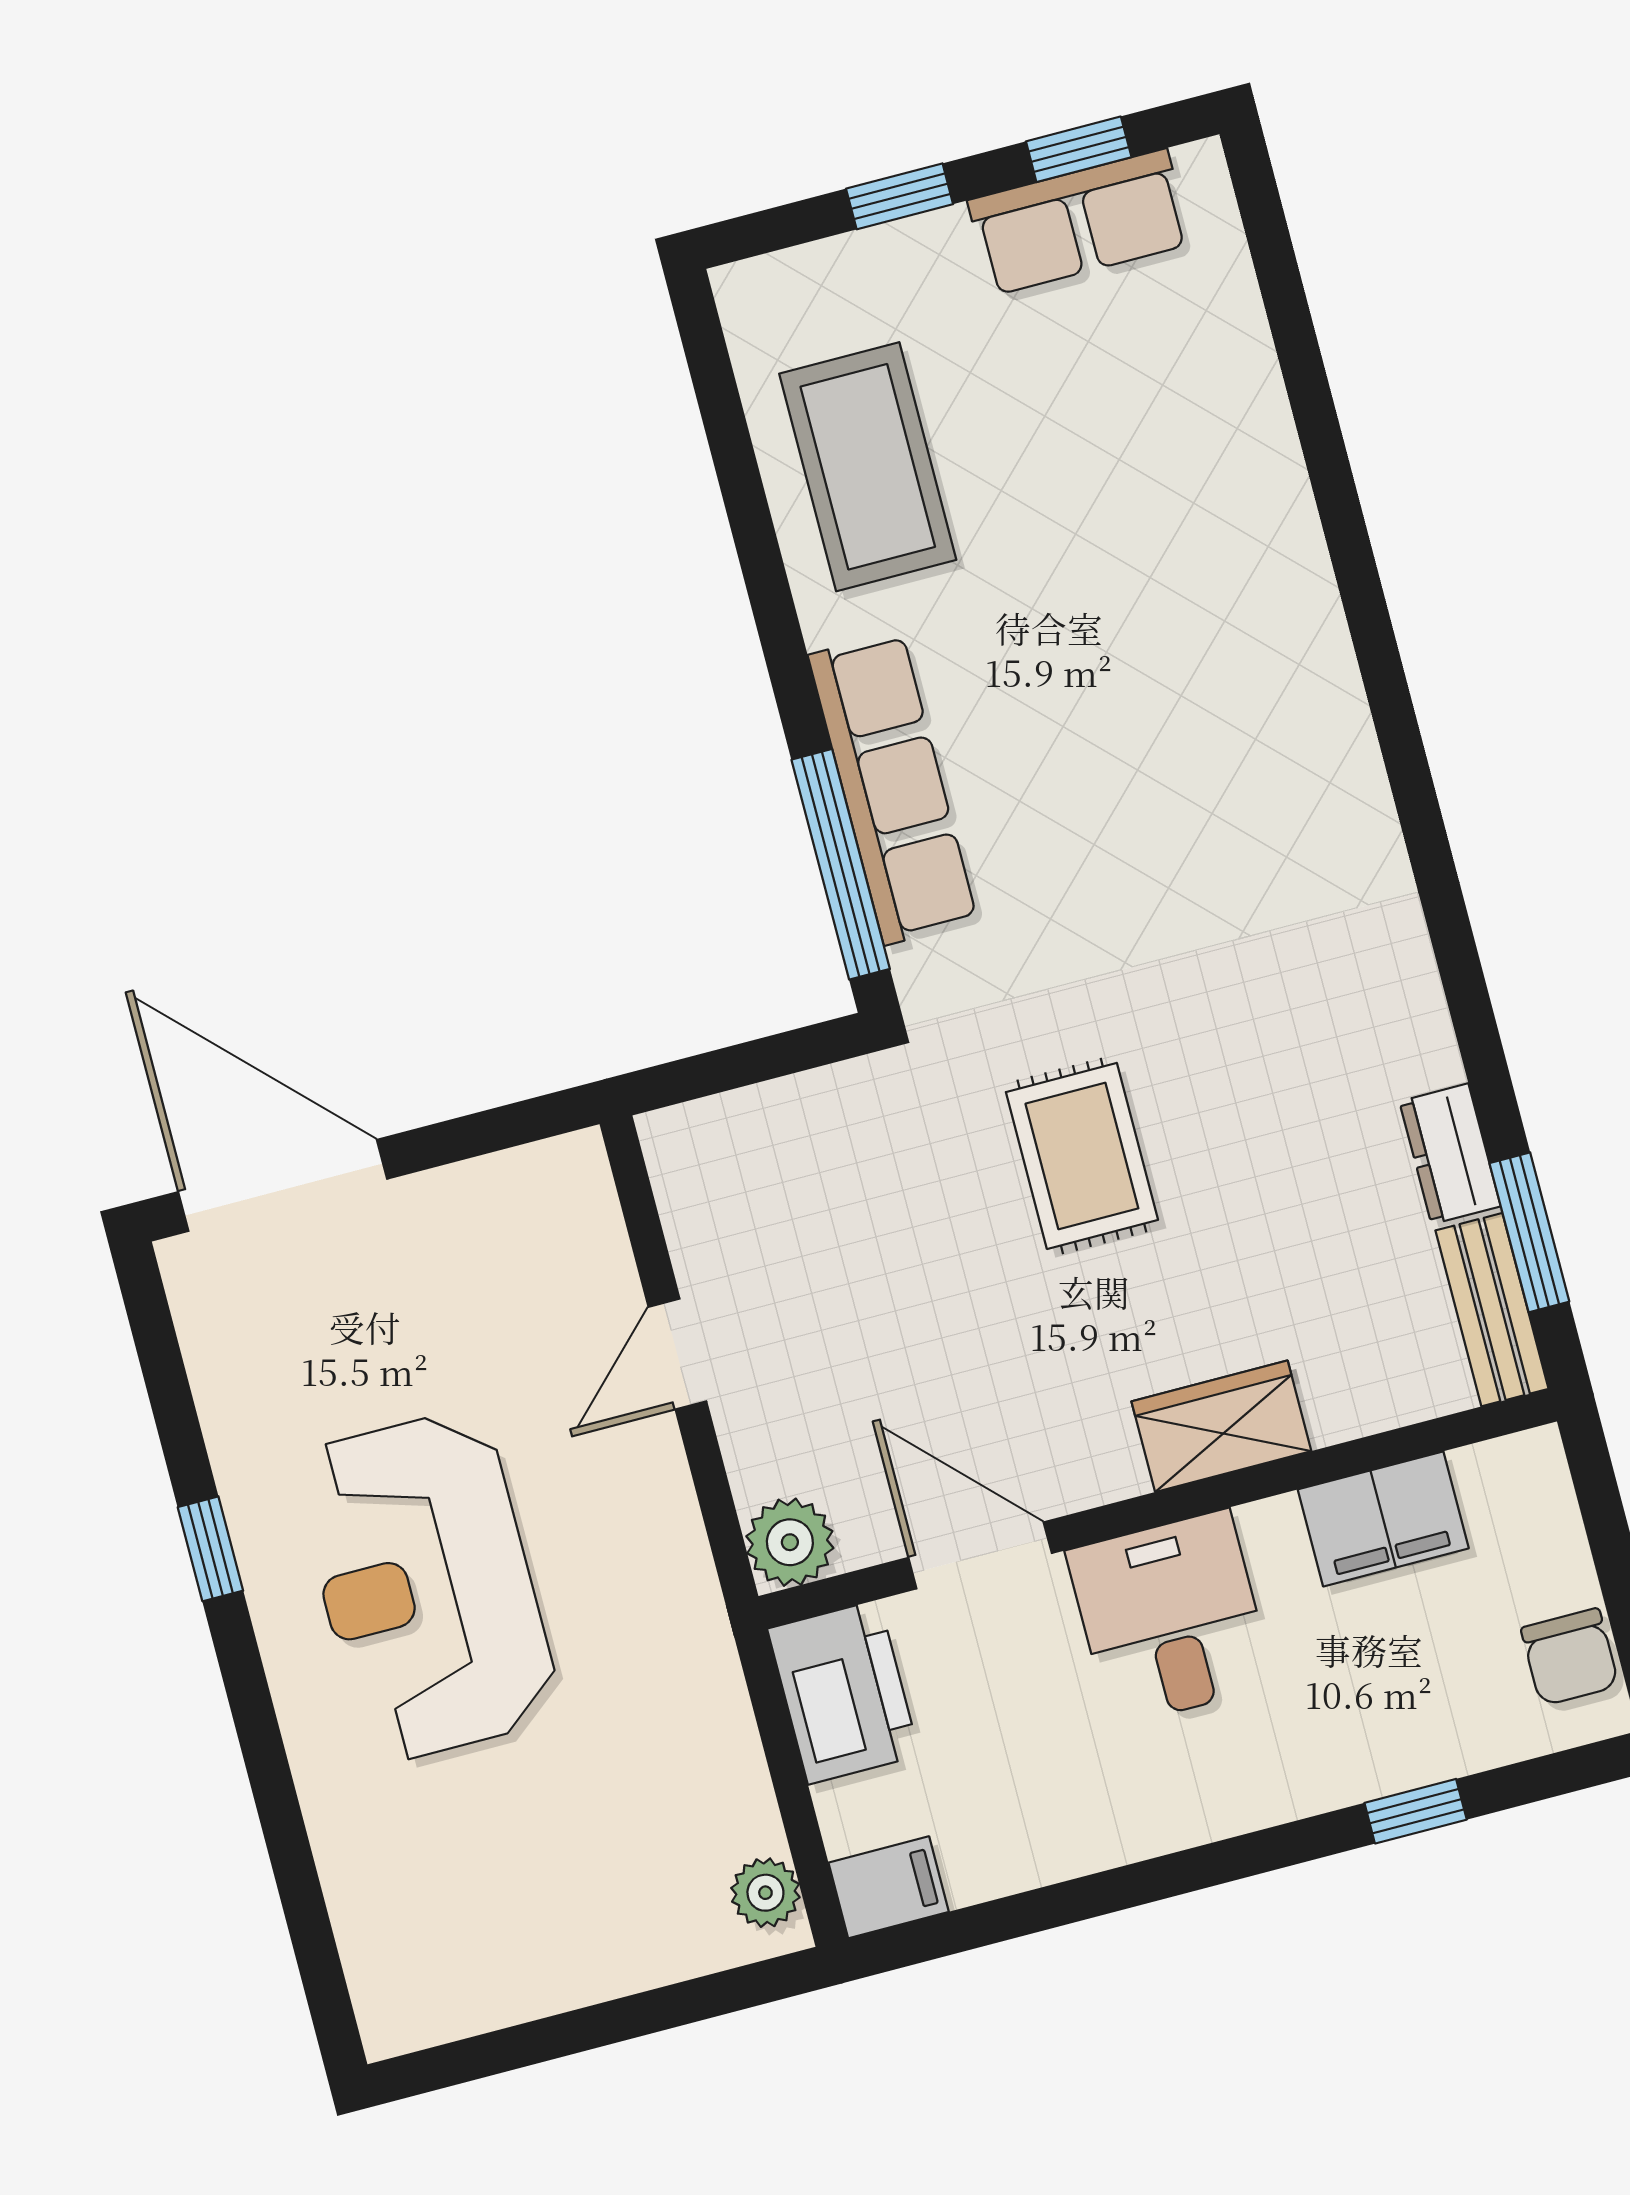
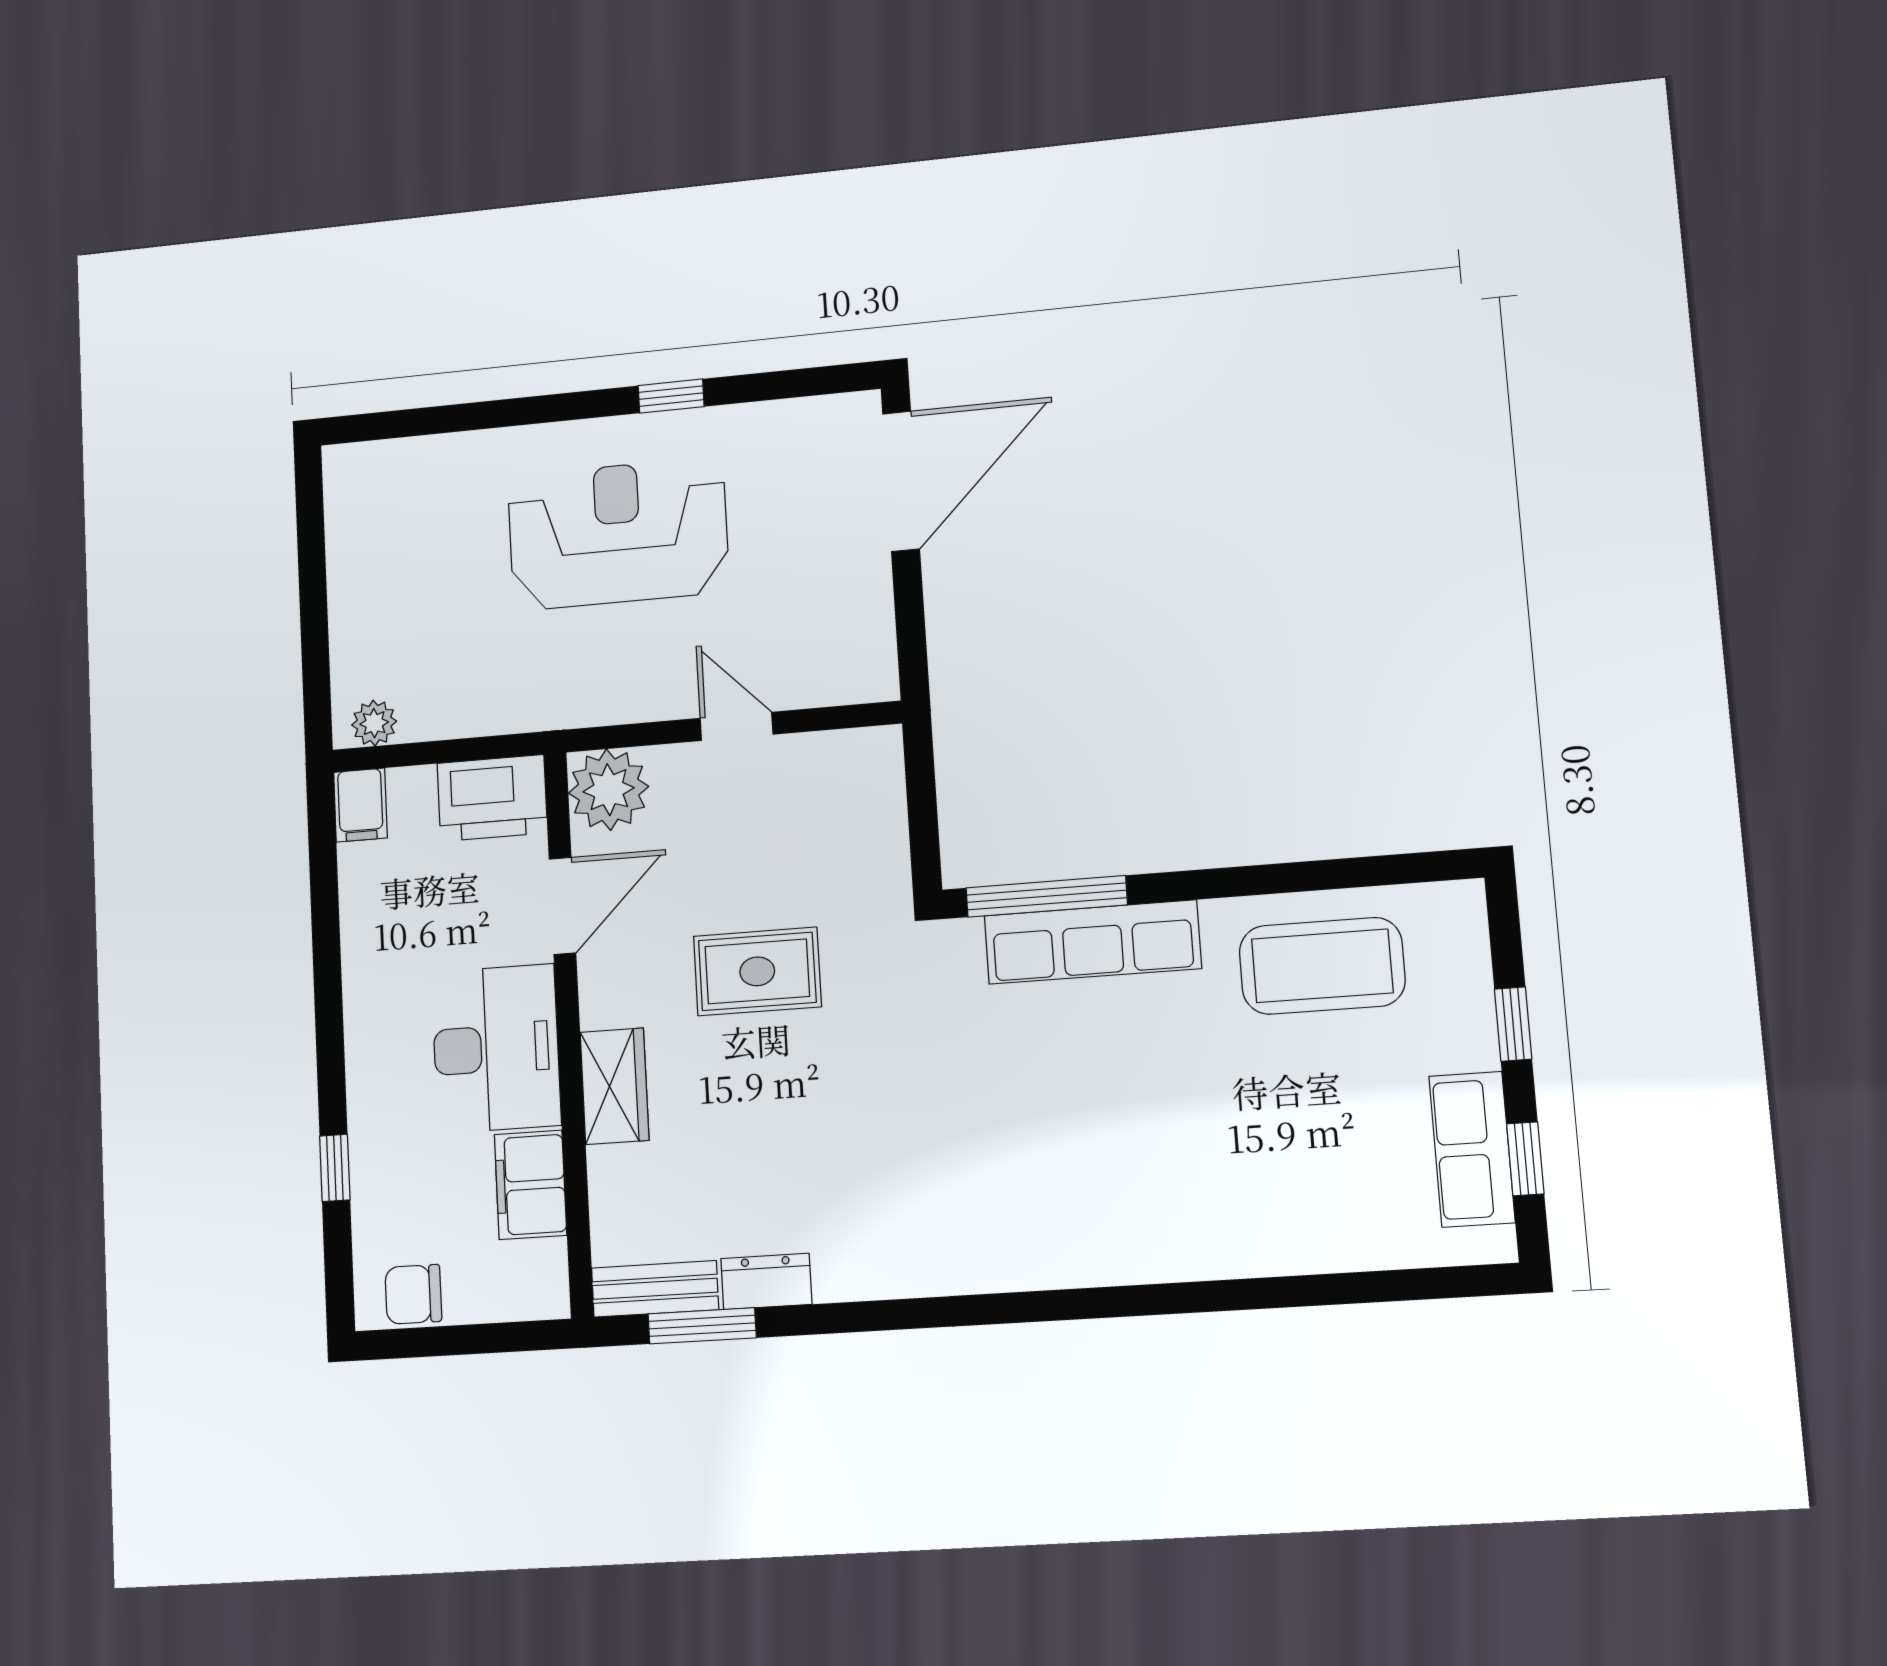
rug: (1082, 1156) -> (757, 971), moved
plant: (790, 1542) -> (609, 790), width x1.36, depth x1.36
desk: (1170, 1618) -> (496, 1049), width x1.37

